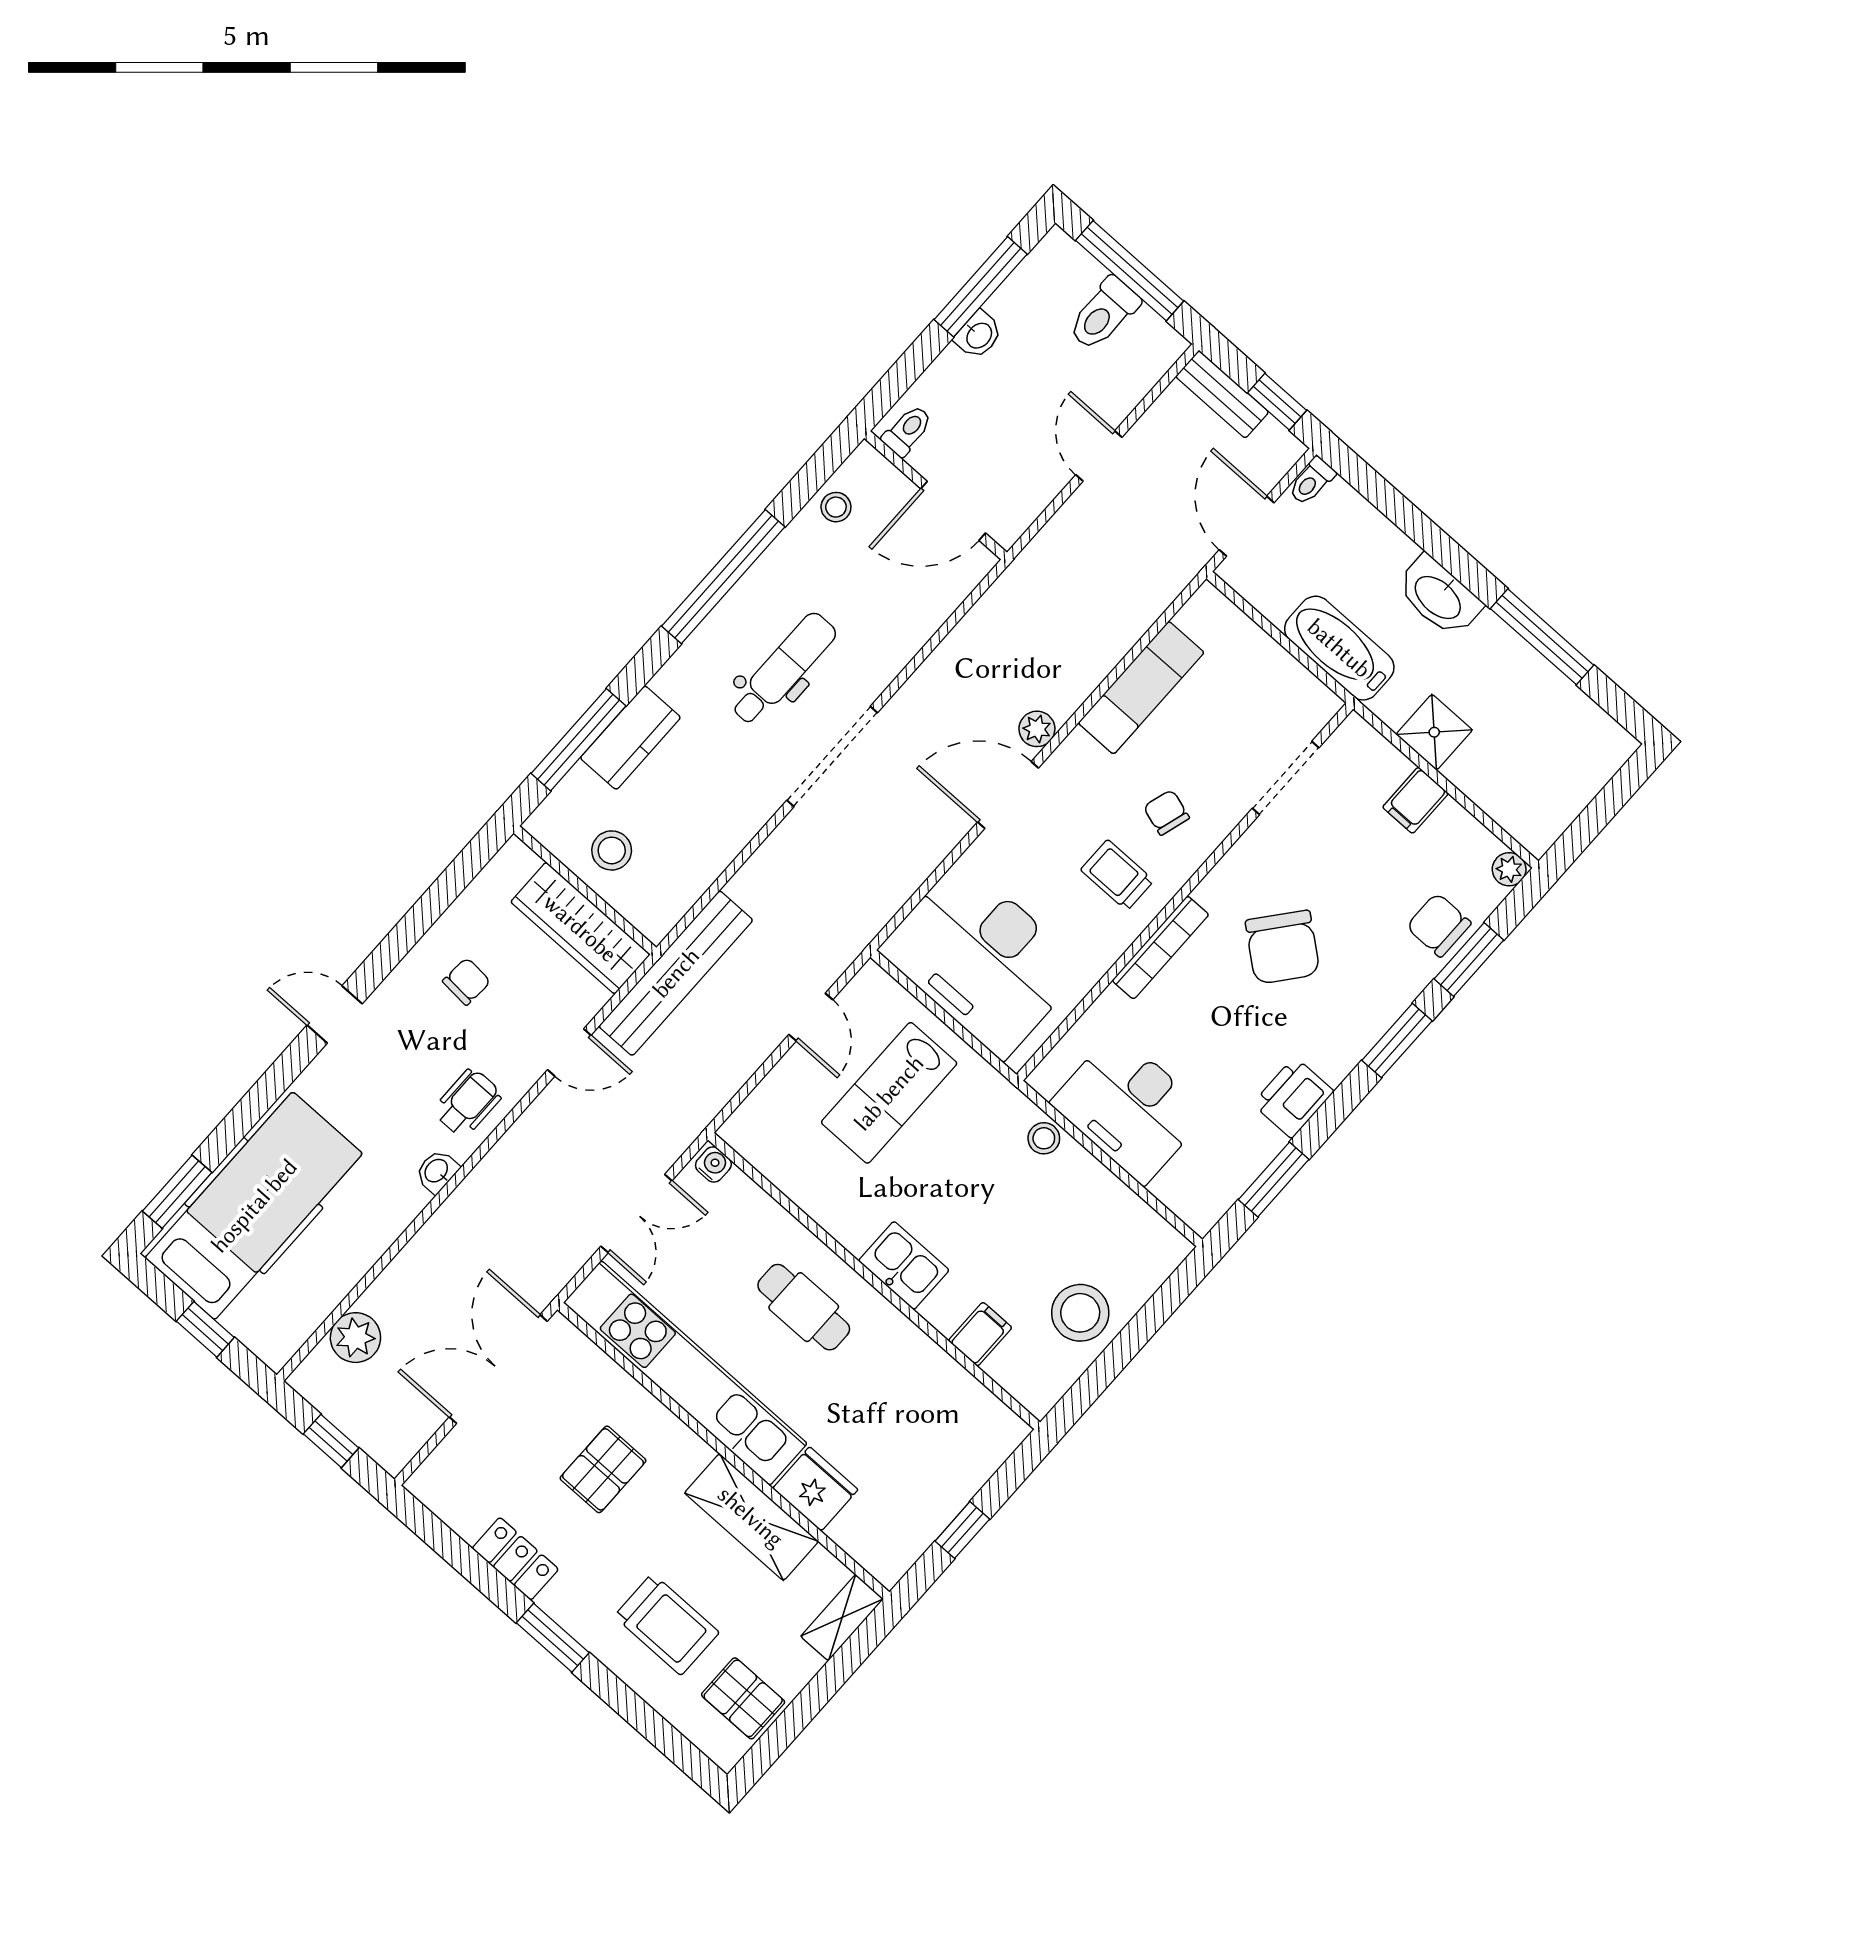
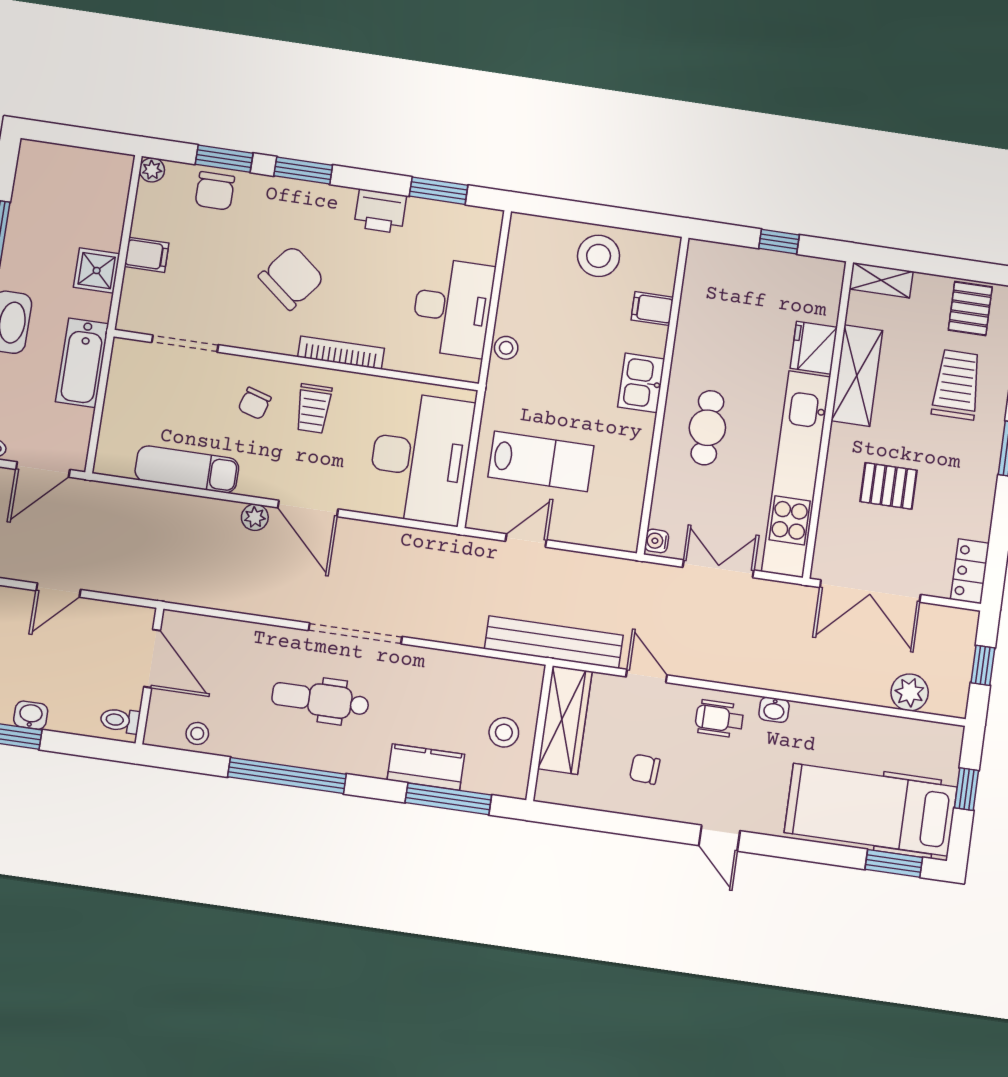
locker: (515, 1559) -> (970, 571), moved

